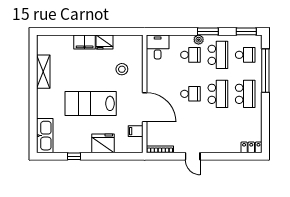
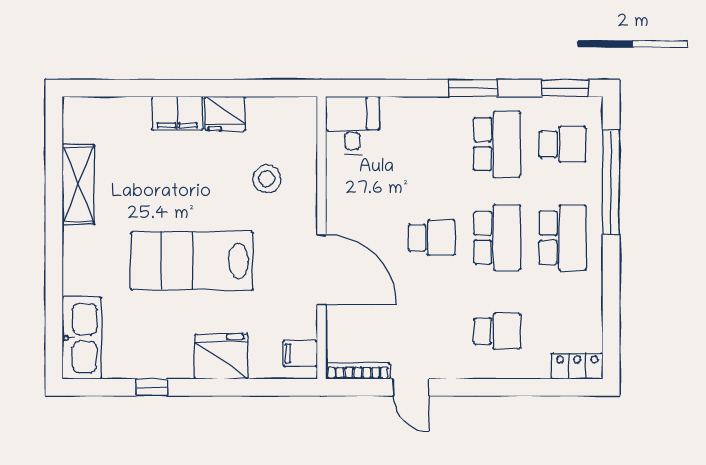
plant: (199, 40) -> (451, 108), removed
school desk: (191, 55) -> (497, 331), moved
filing cabinet: (136, 131) -> (300, 354), moved
door: (193, 156) -> (411, 387), moved

